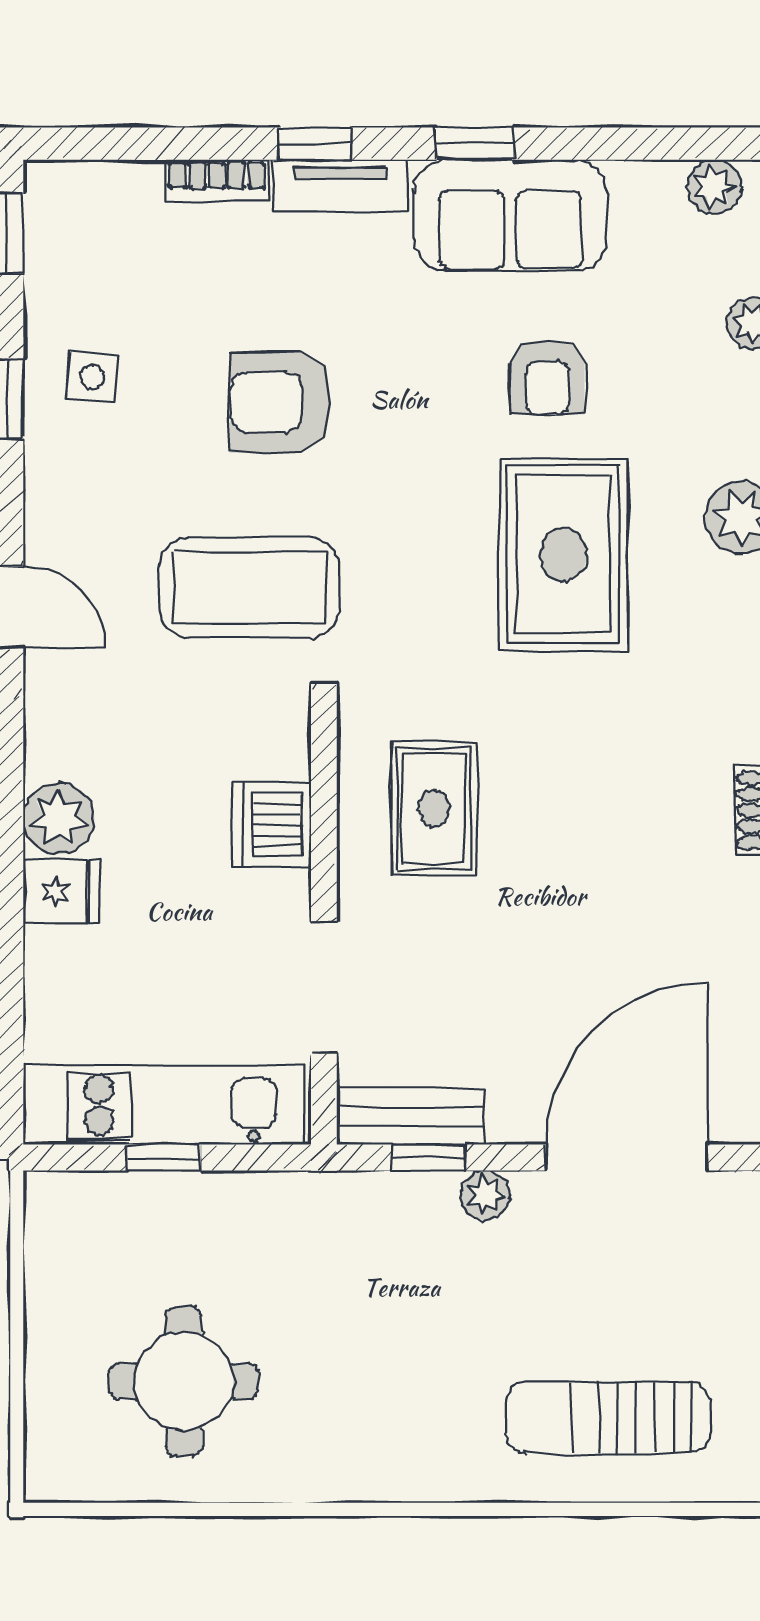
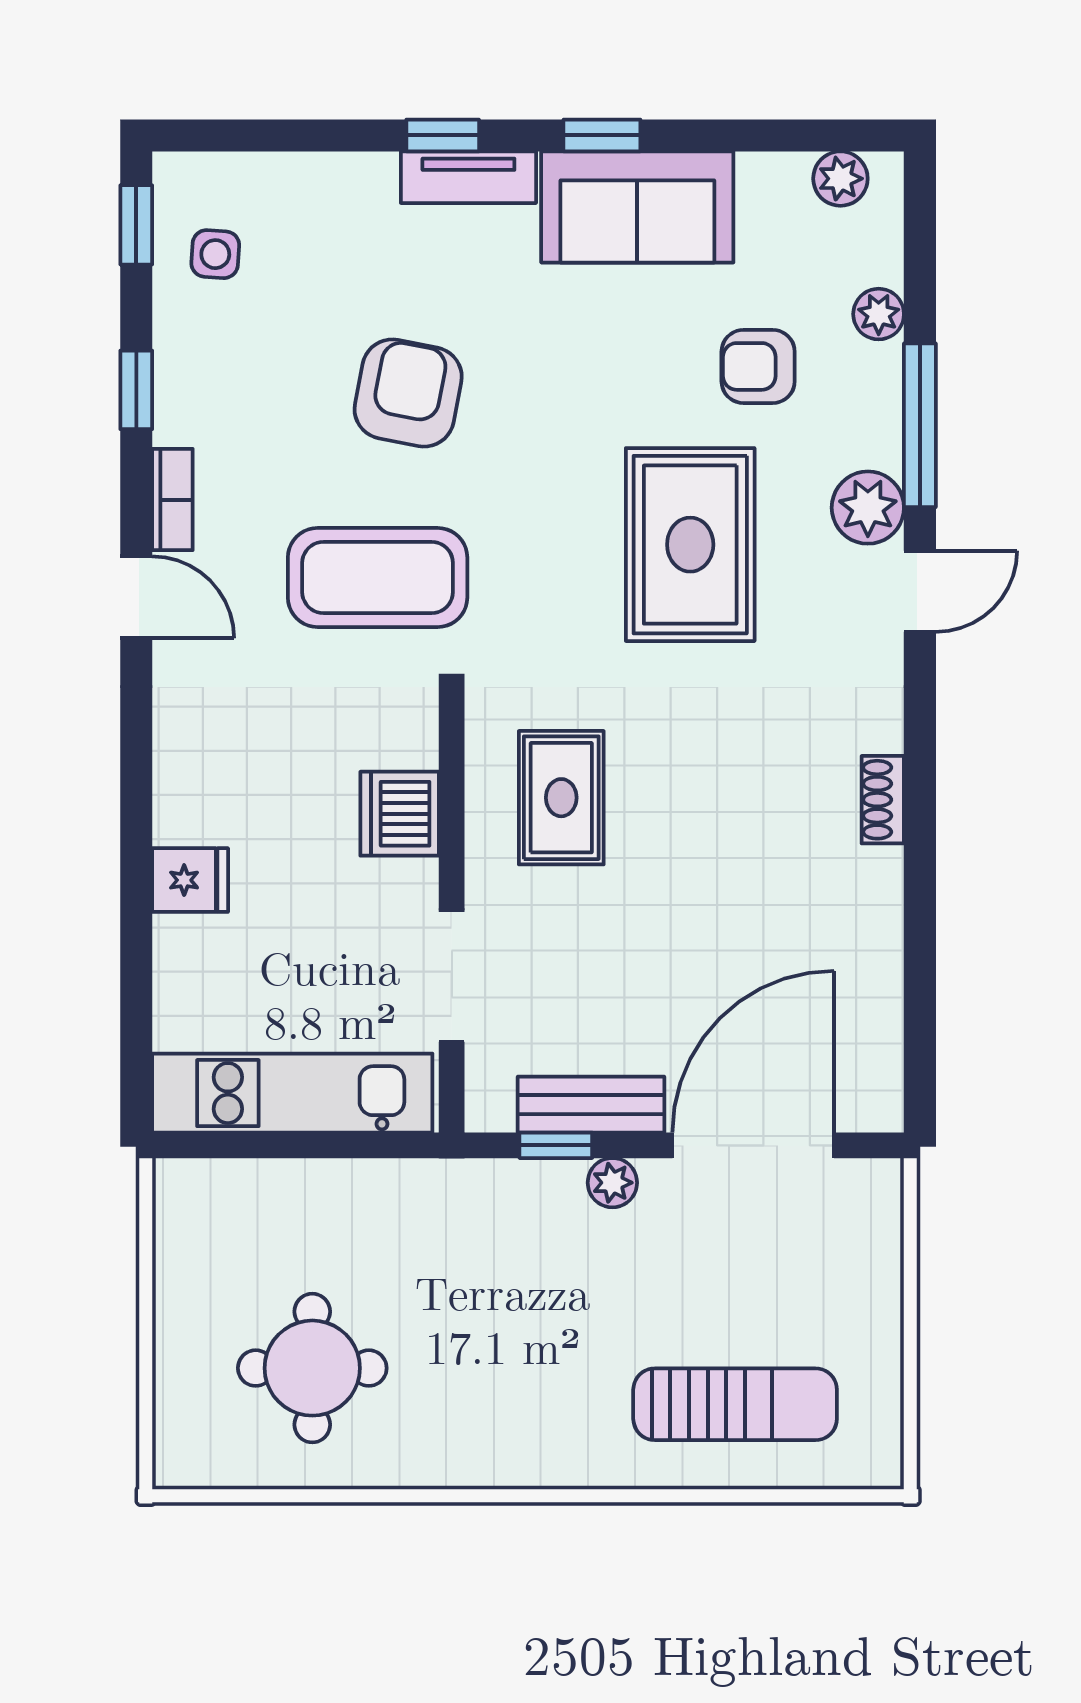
bookcase: (217, 180) -> (172, 500), moved, turned -90
side table: (92, 377) -> (215, 254), moved
armchair: (548, 378) -> (758, 366), moved, turned 90
armchair: (280, 402) -> (408, 393), turned 101
plant: (59, 819) -> (188, 808), removed
bench: (410, 1117) -> (591, 1105), moved
window: (164, 1158) -> (292, 1145), removed
sun lounger: (608, 1418) -> (735, 1404), turned 180

